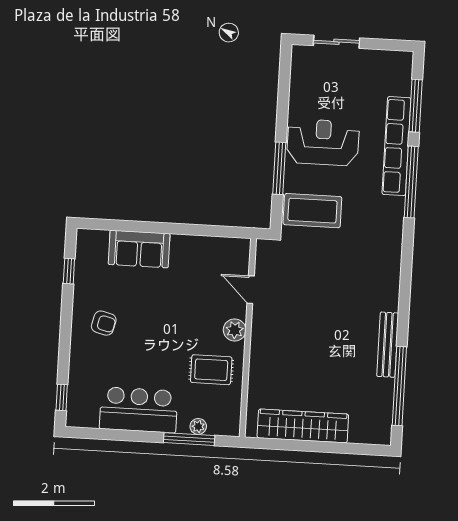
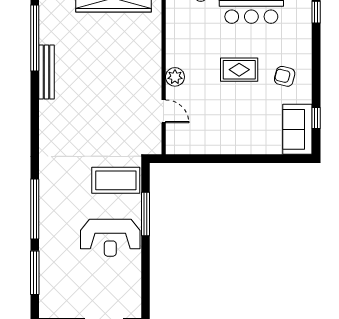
row of seats: (397, 146) -> (49, 238), removed
sofa: (139, 249) -> (297, 129), moved, turned -90
rug: (211, 370) -> (239, 70), moved

